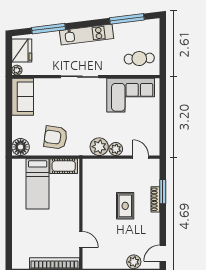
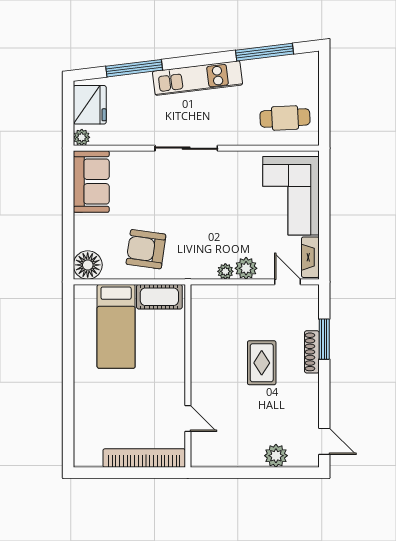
corner sofa: (131, 95) -> (291, 196), moved, turned 90
fireplace: (154, 142) -> (310, 257), added
plant: (99, 147) -> (225, 271), width x0.53, depth x0.53
door: (163, 253) -> (324, 441), swing flipped

